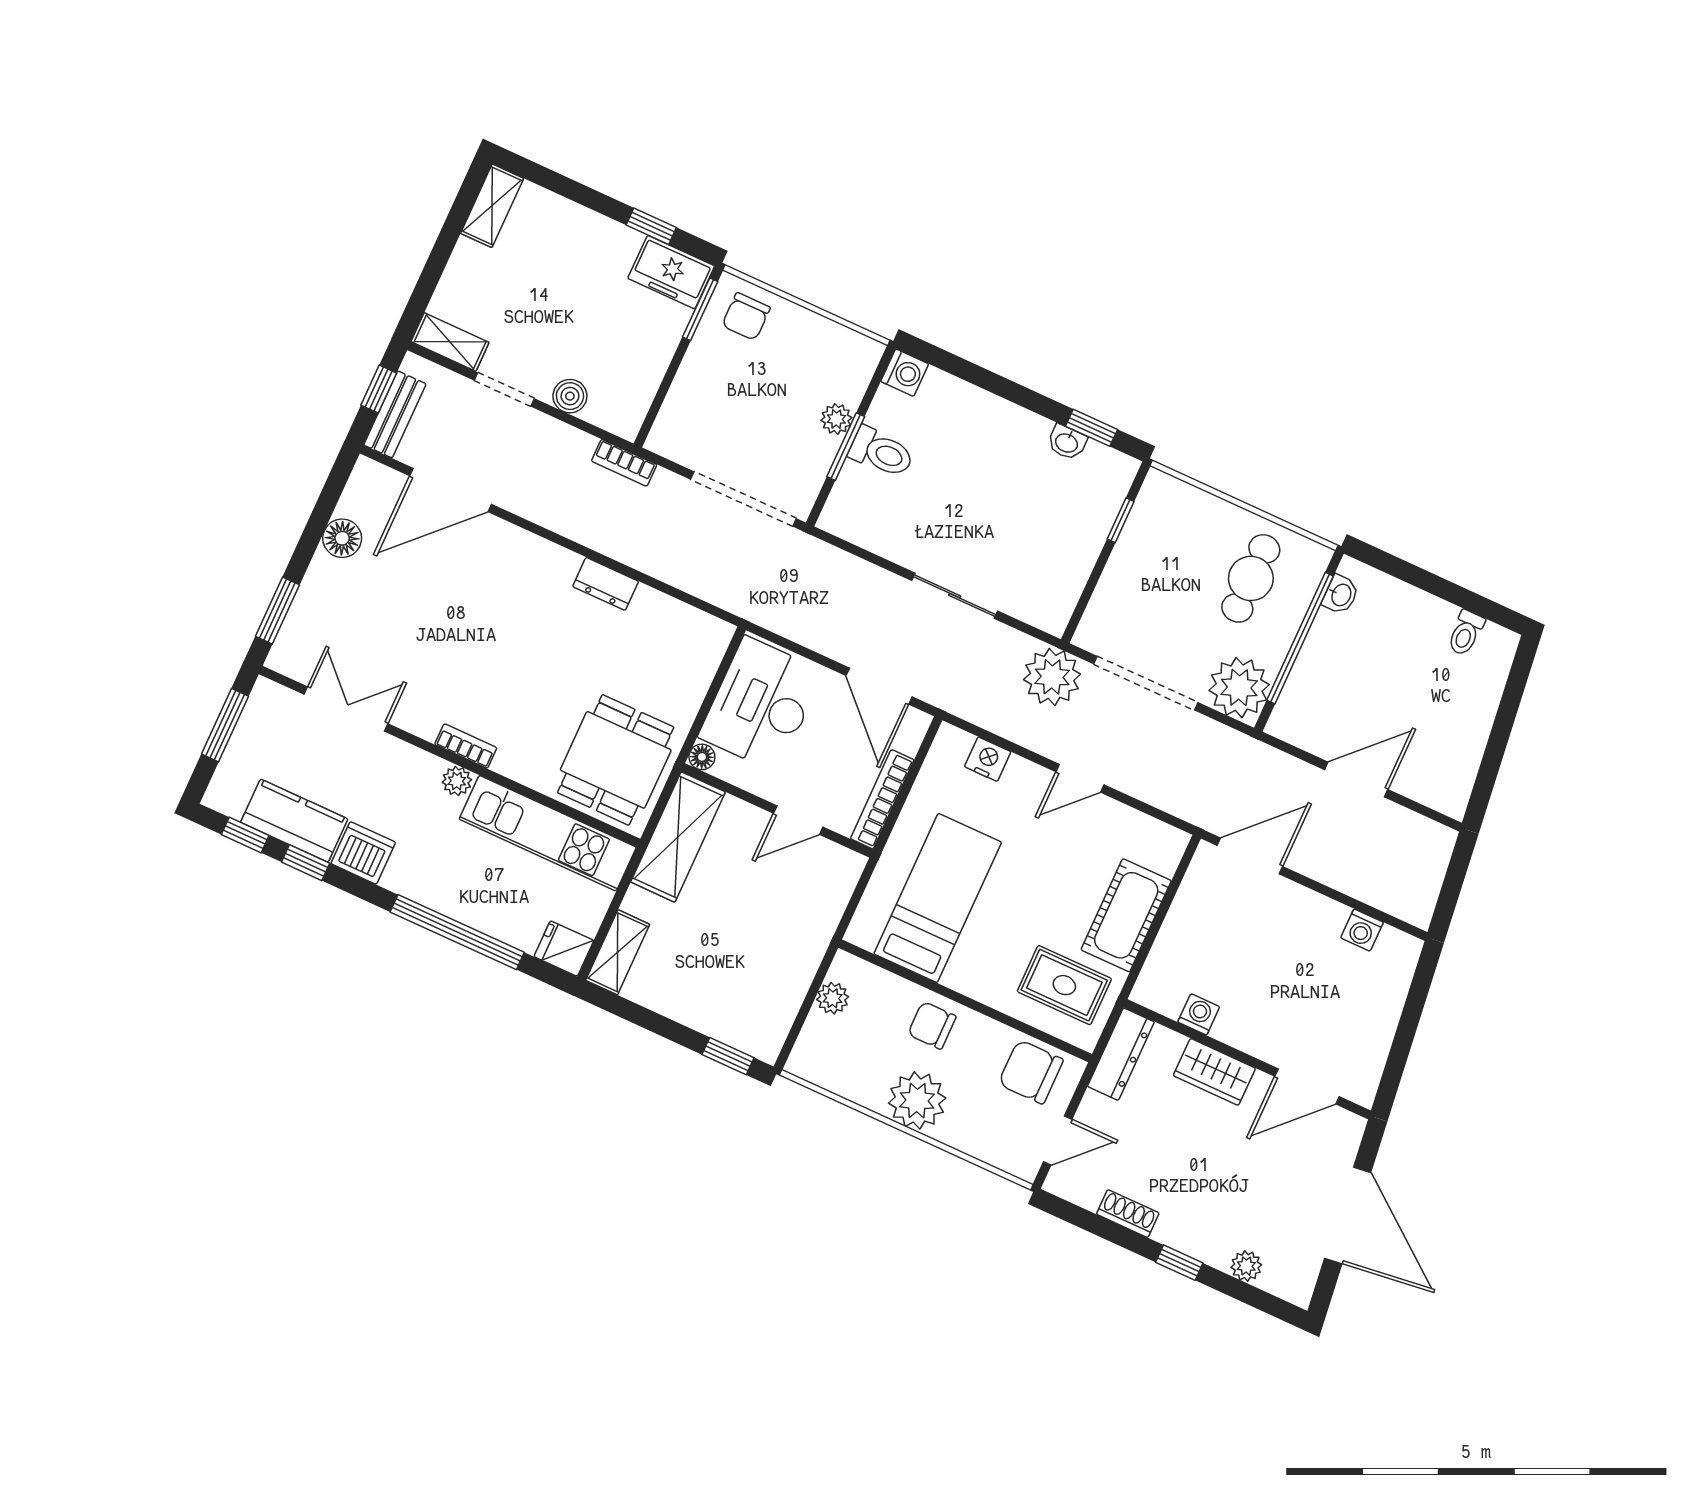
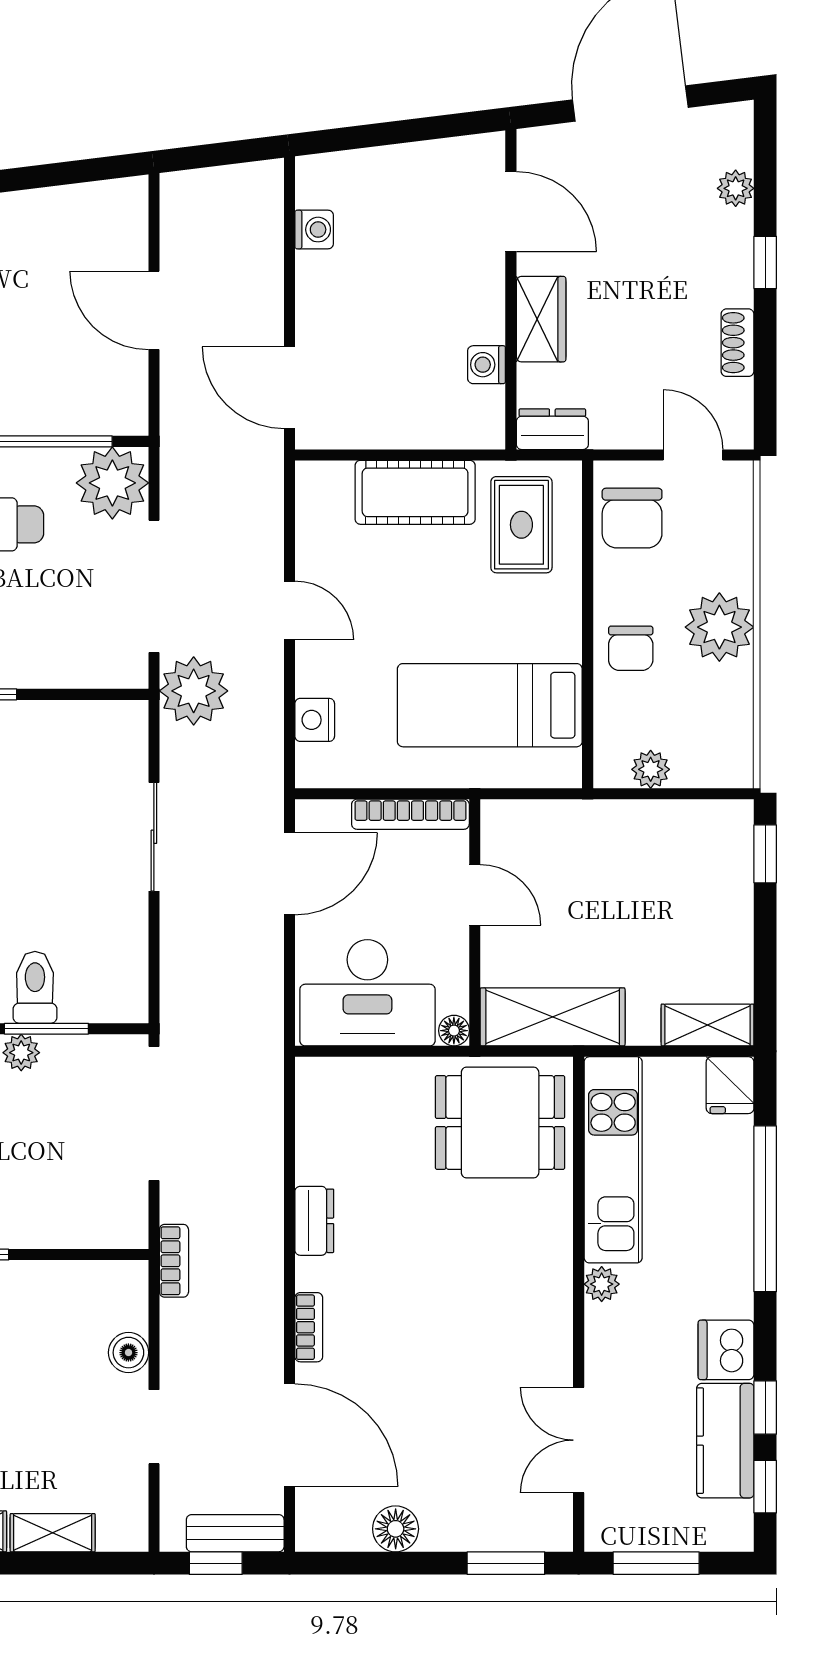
shelving: (450, 342) -> (53, 1533), moved, turned 90
bookcase: (466, 746) -> (309, 1327), moved, turned 180
dresser: (1121, 1054) -> (552, 429), width x0.70

